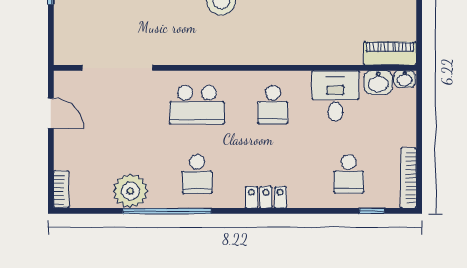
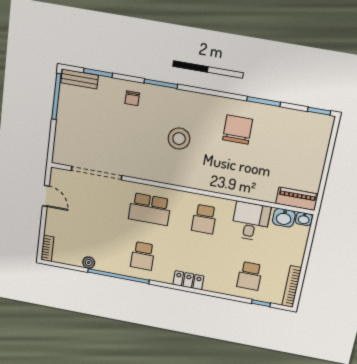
plant: (130, 191) -> (89, 263), width x0.53, depth x0.53

